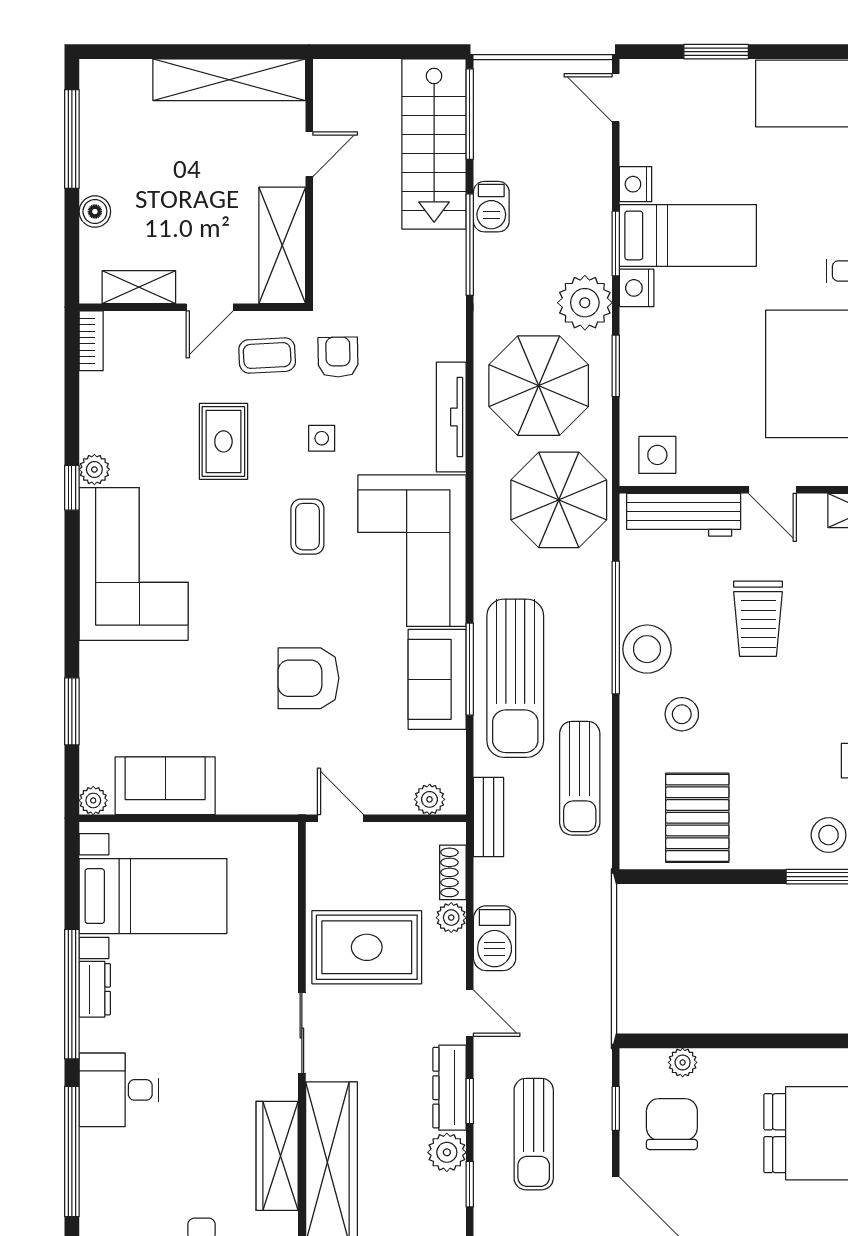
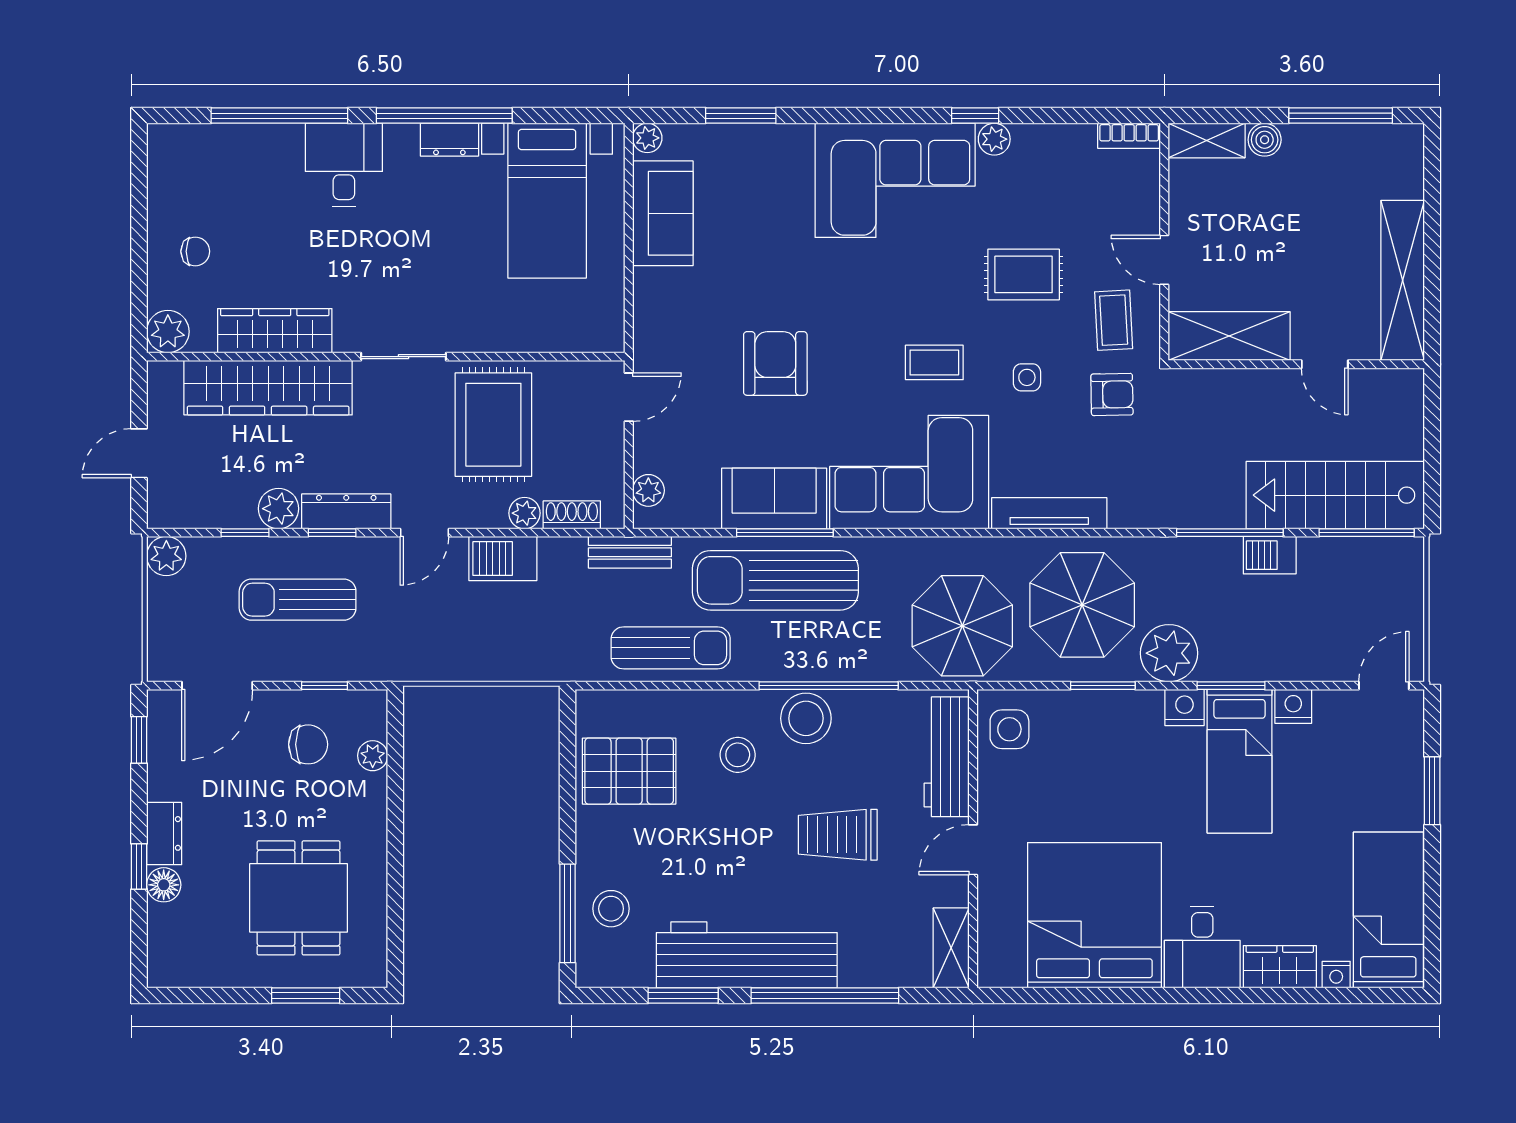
shelving: (139, 287) -> (1207, 141), moved, turned 90
sun lounger: (580, 778) -> (671, 648), turned 180
chair: (672, 1124) -> (308, 744), width x0.73, depth x0.73

